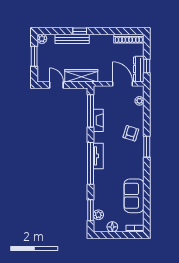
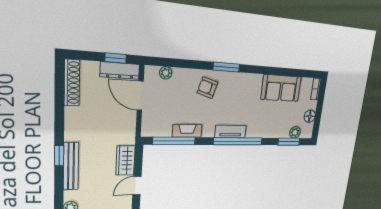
wardrobe: (81, 76) -> (126, 160), width x0.67
door: (123, 84) -> (140, 96), hinge flipped

